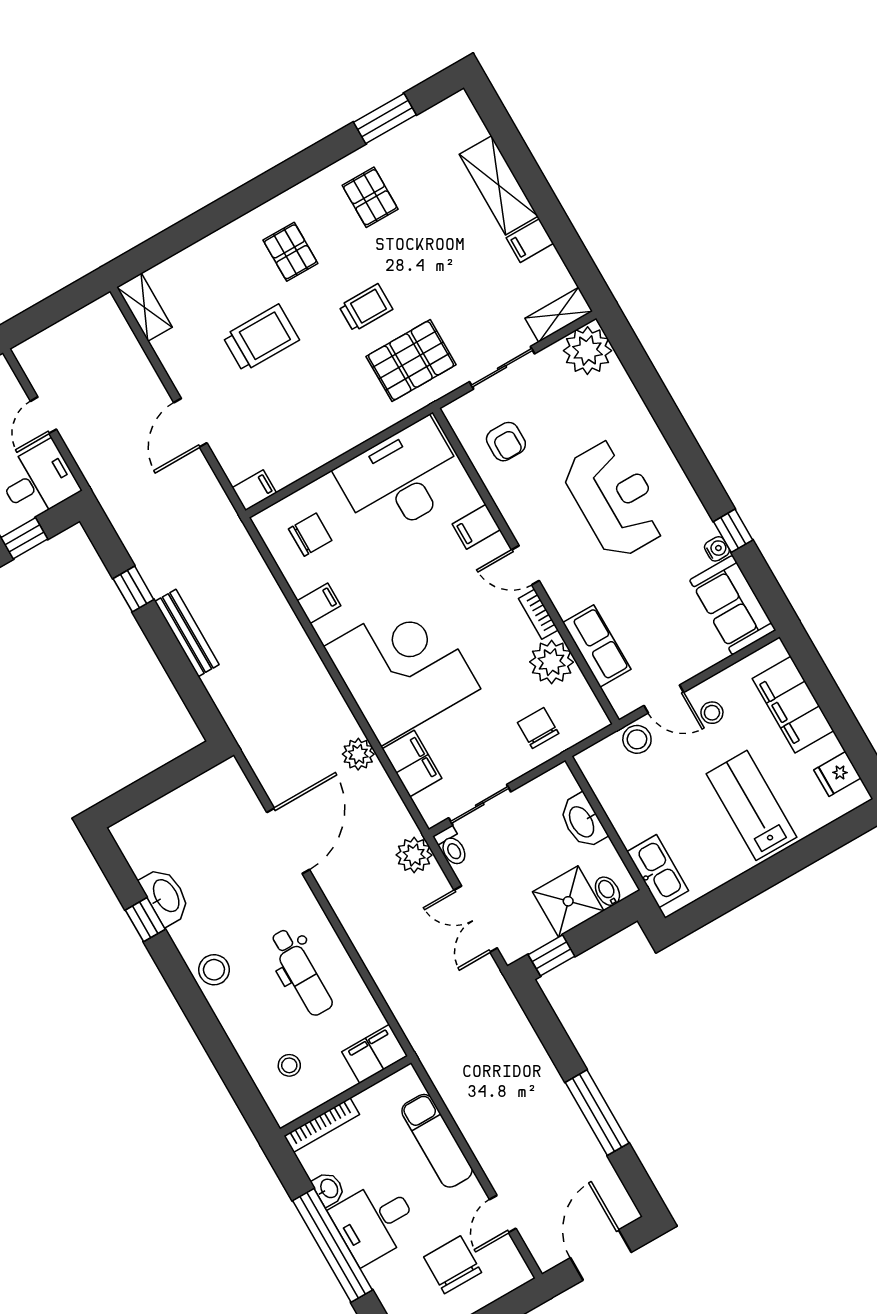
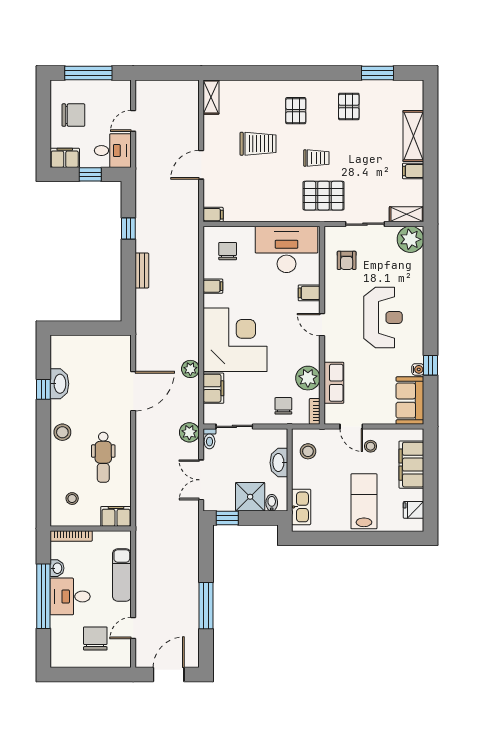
chair: (310, 535) -> (228, 251), turned -90
bookcase: (538, 614) -> (315, 411), moved
bench: (187, 633) -> (142, 271), width x0.73
stool: (637, 739) -> (308, 451), moved

